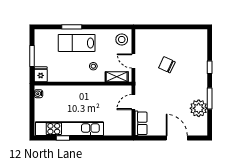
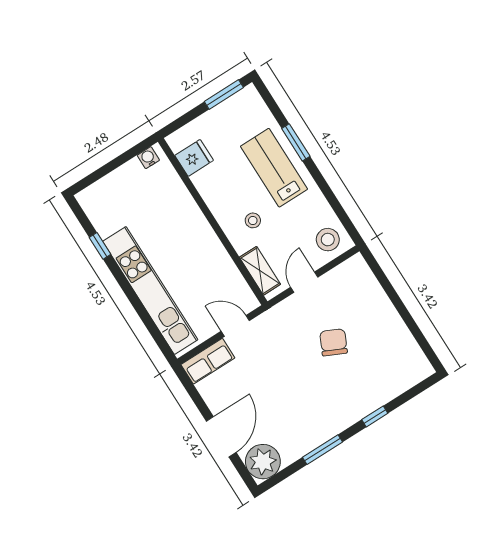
window: (32, 56) -> (224, 95), moved
fridge: (41, 74) -> (194, 158), moved
plant: (199, 108) -> (263, 462), moved
kitchen unit: (69, 129) -> (150, 290), moved

